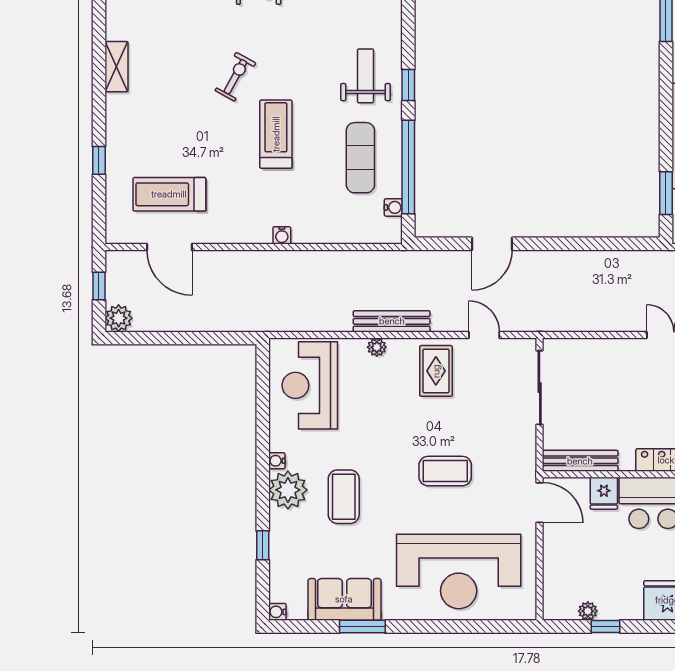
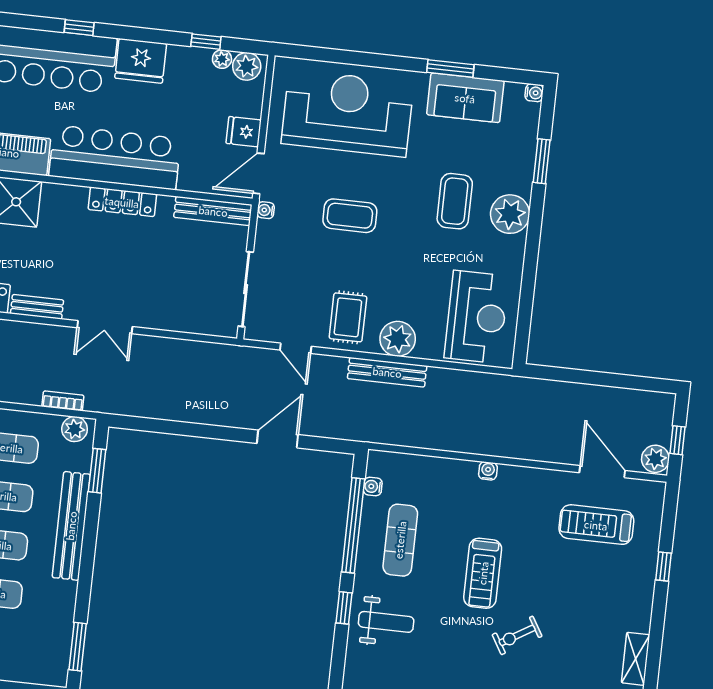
weight bench: (365, 76) -> (386, 622), turned -90
exercise bike: (235, 77) -> (517, 635), turned 30
treadmill: (169, 194) -> (596, 525), turned 180
plant: (119, 318) -> (655, 459), moved
plant: (377, 347) -> (398, 339), width x1.87, depth x1.87
water cooler: (277, 461) -> (266, 210), moved, turned 180
fridge: (604, 493) -> (244, 132), moved, turned -90
door: (540, 503) -> (258, 173), hinge flipped
window: (263, 545) -> (542, 161), width x1.50
plant: (563, 607) -> (247, 66), added

